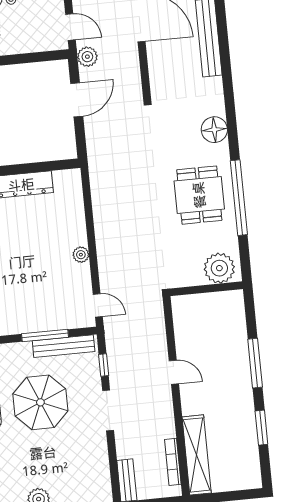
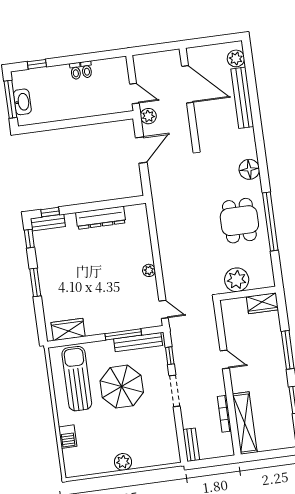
plant: (219, 268) -> (237, 280), moved
wardrobe: (225, 302) -> (262, 303), added
bookcase: (173, 462) -> (224, 414), moved

